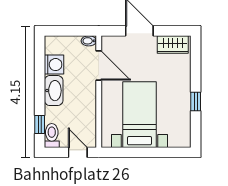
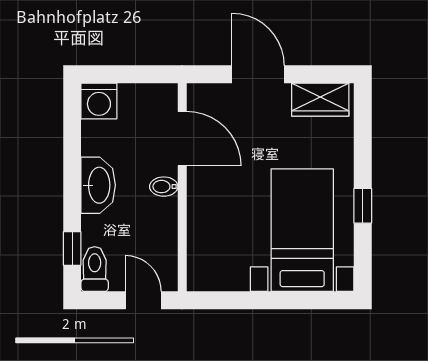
bidet: (89, 41) -> (164, 187), moved
washing machine: (54, 65) -> (99, 101), moved, turned 90
bed with nightstands: (139, 115) -> (302, 230), moved

